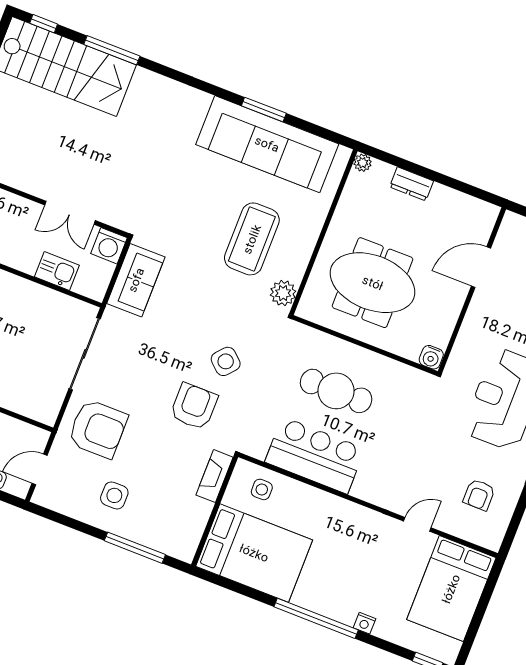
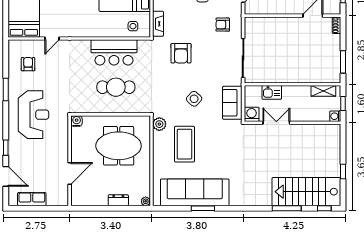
side table: (226, 361) -> (194, 99), moved
armchair: (98, 429) -> (223, 25), width x0.53, depth x0.53

